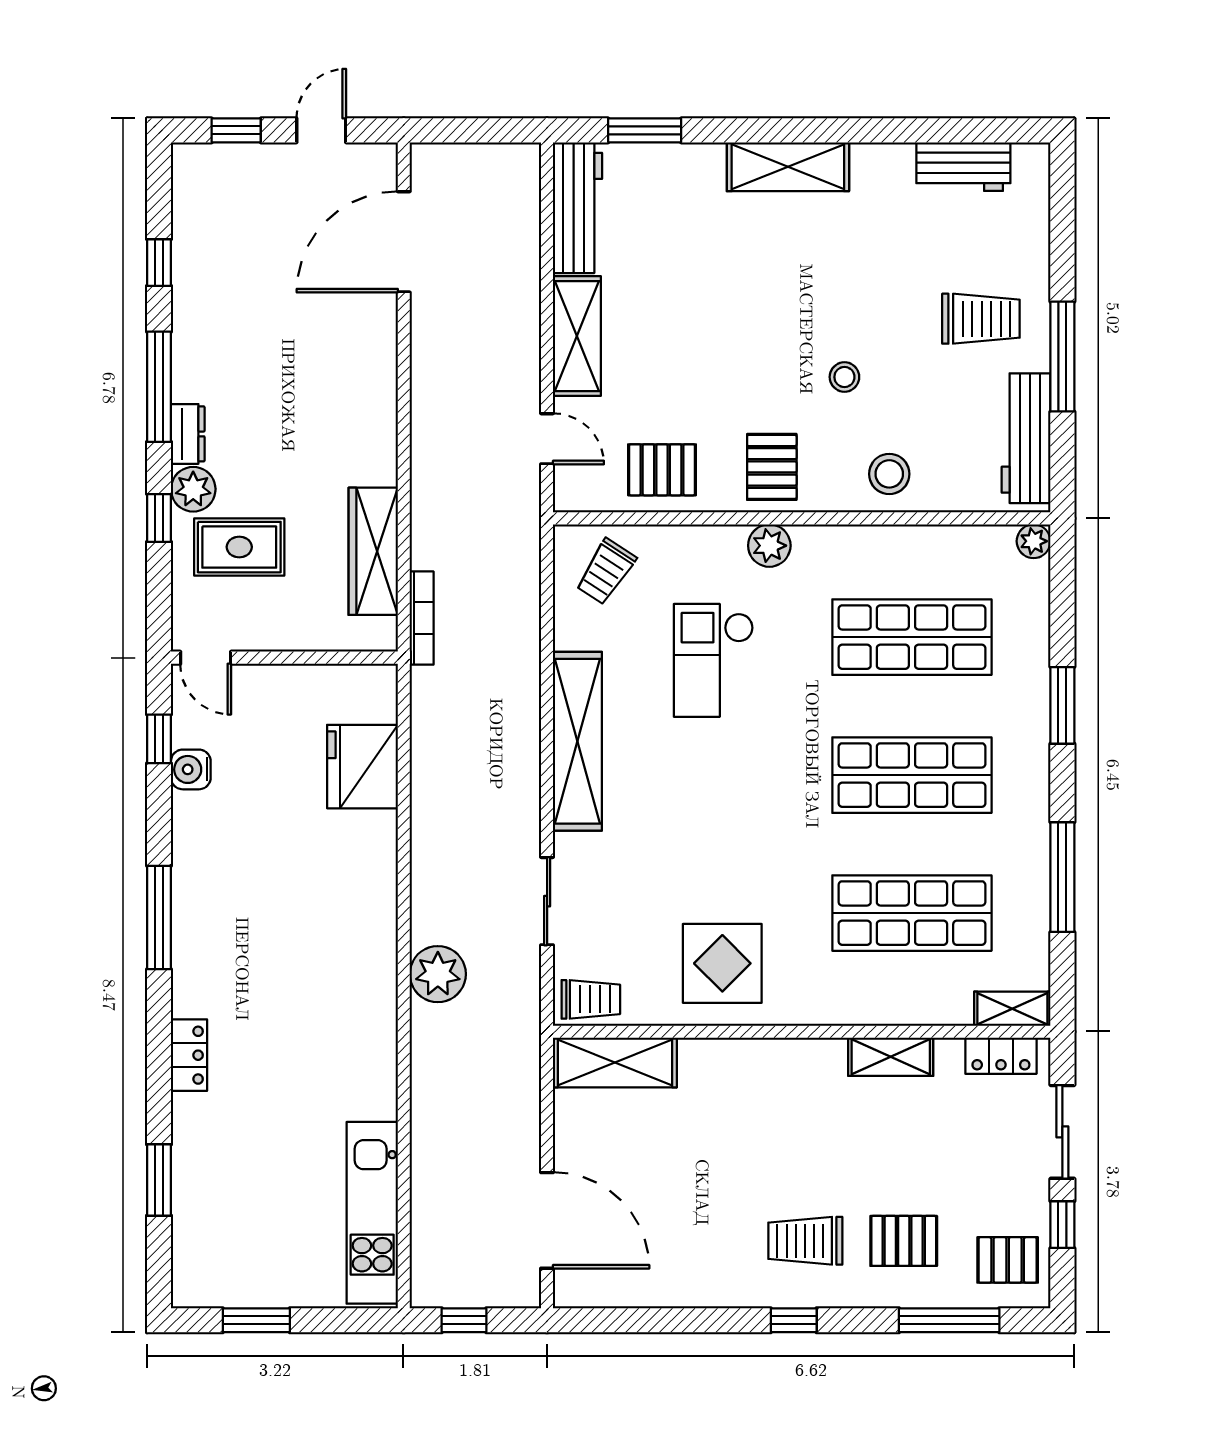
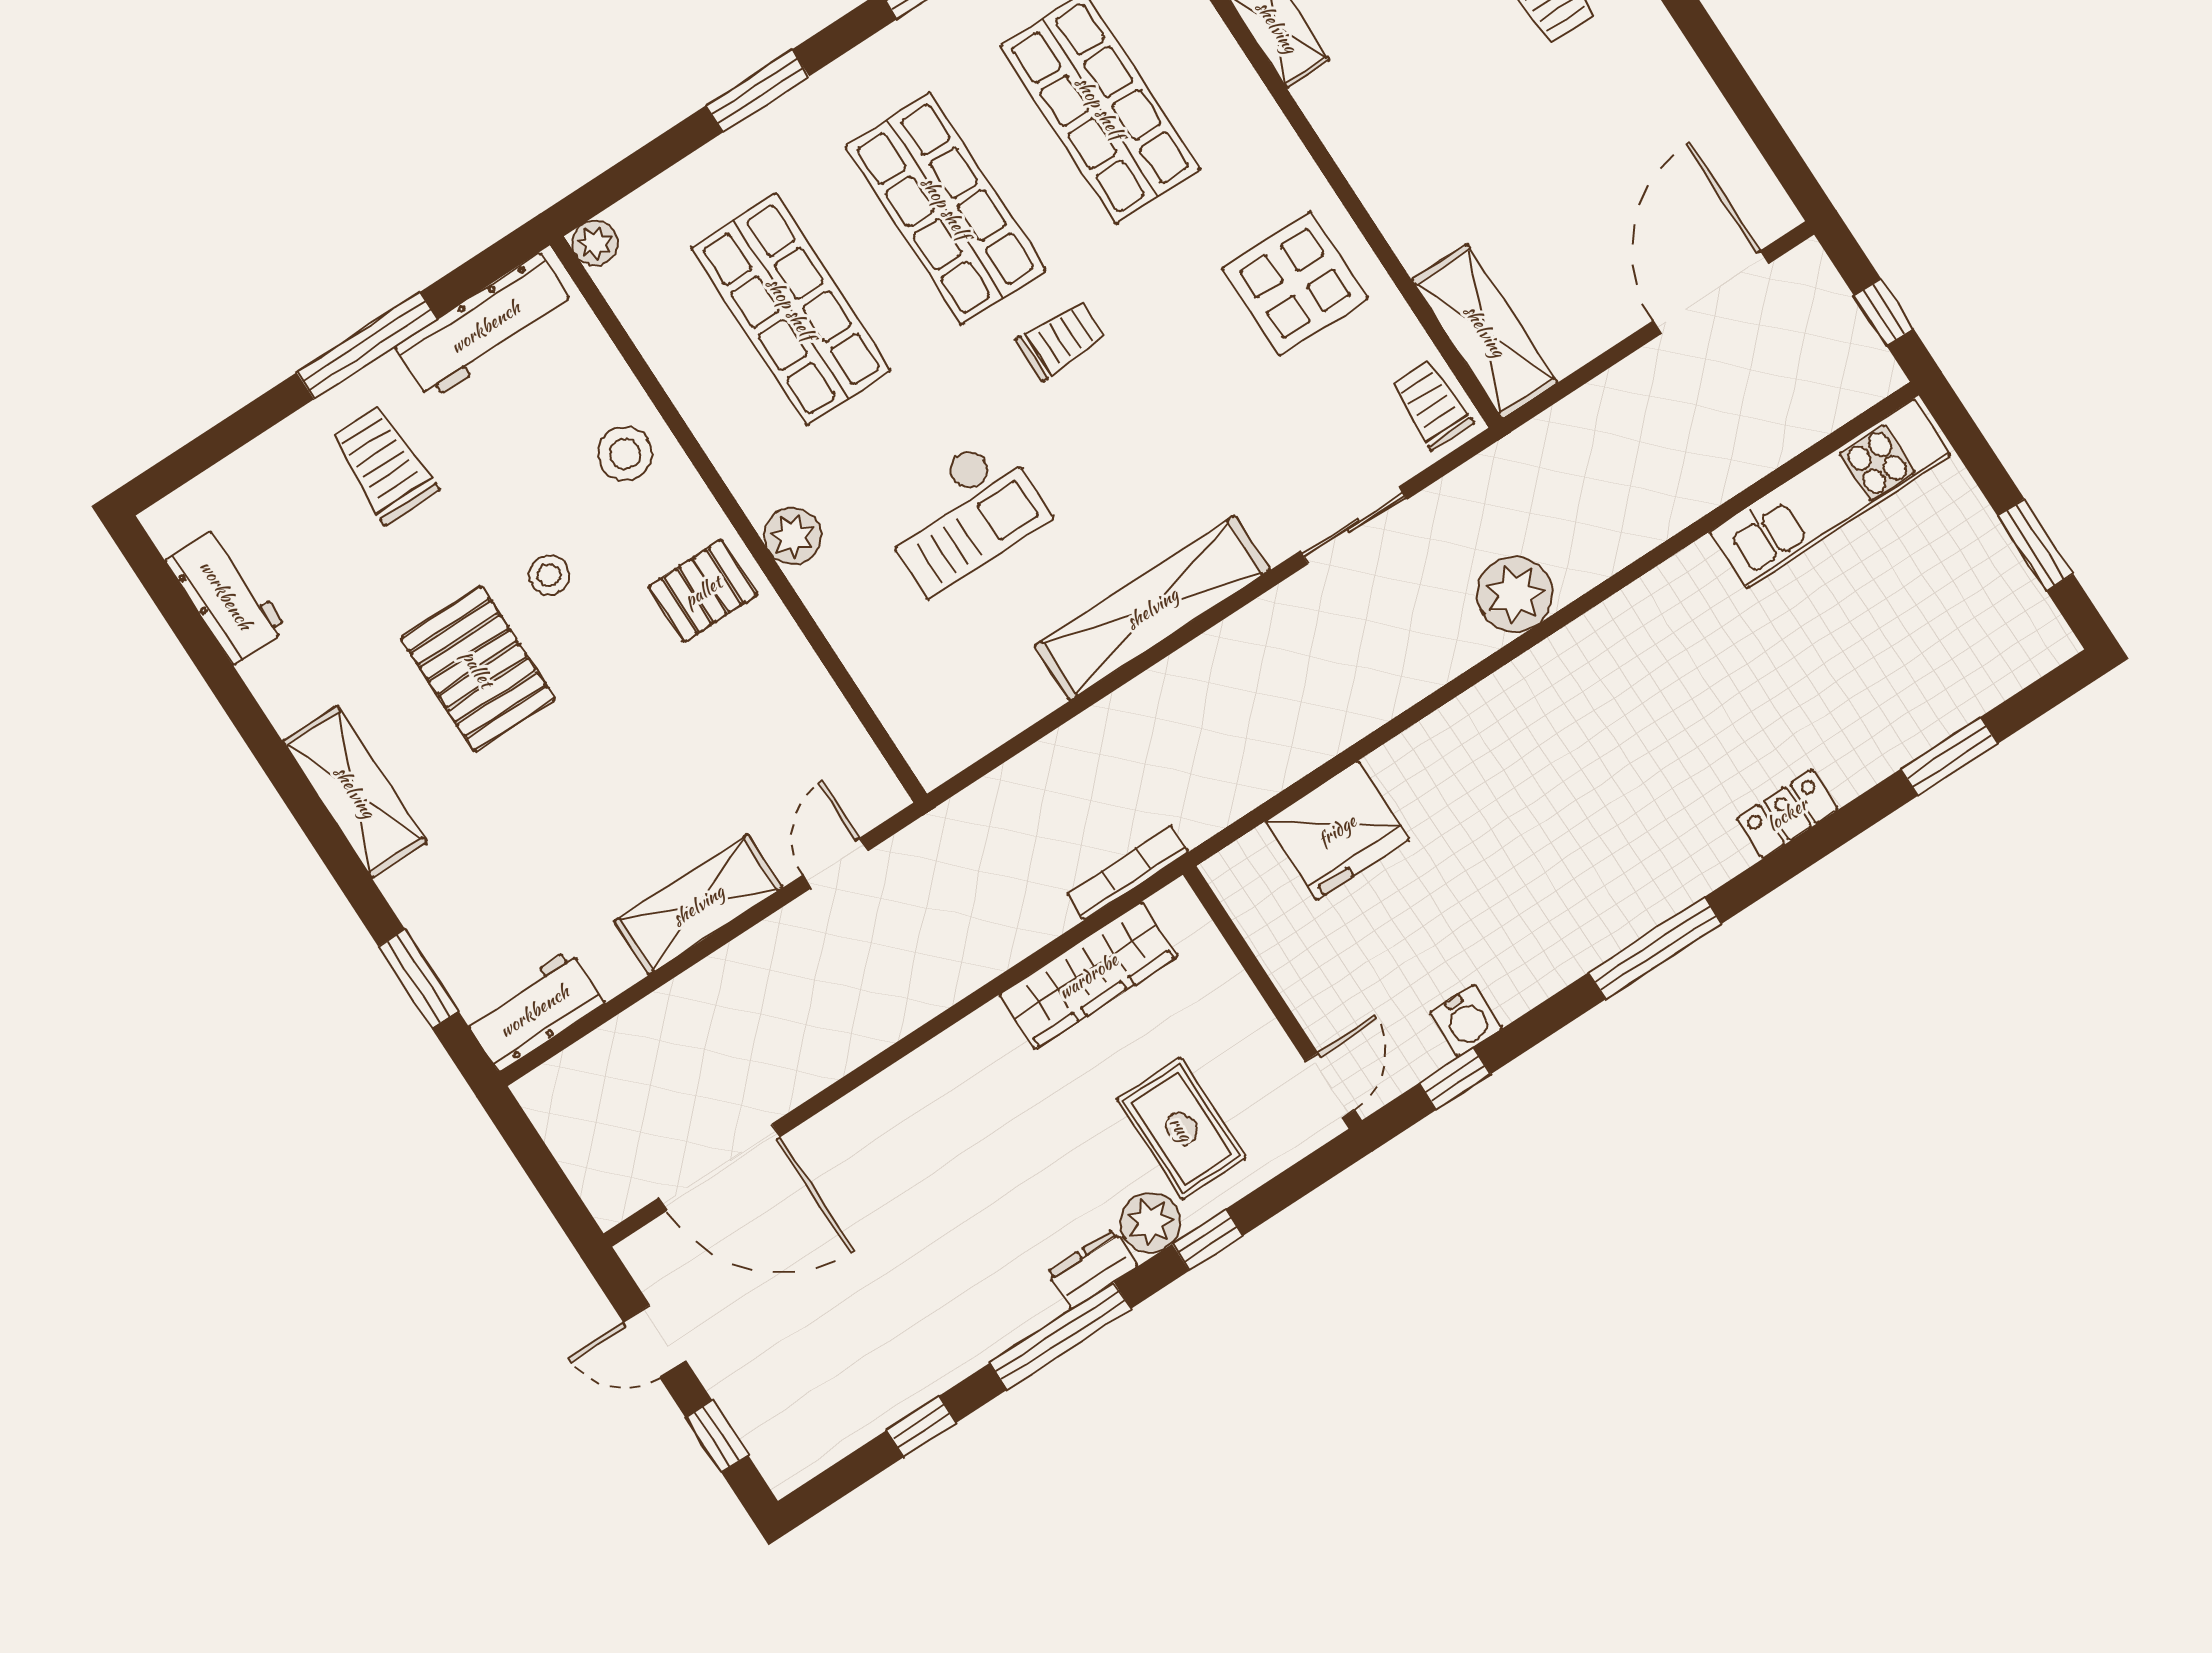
workbench: (578, 208) -> (534, 1011), width x0.73
pallet: (662, 470) -> (478, 669), moved, width x1.50, depth x1.42
trolley: (606, 572) -> (1061, 340), moved, turned -33

